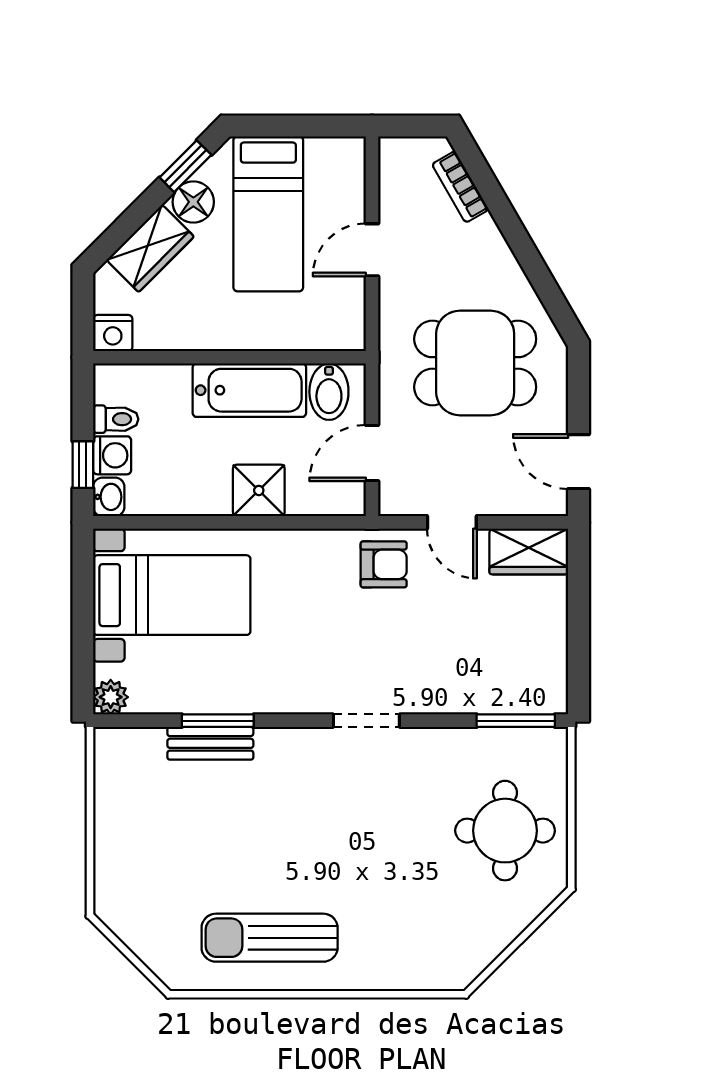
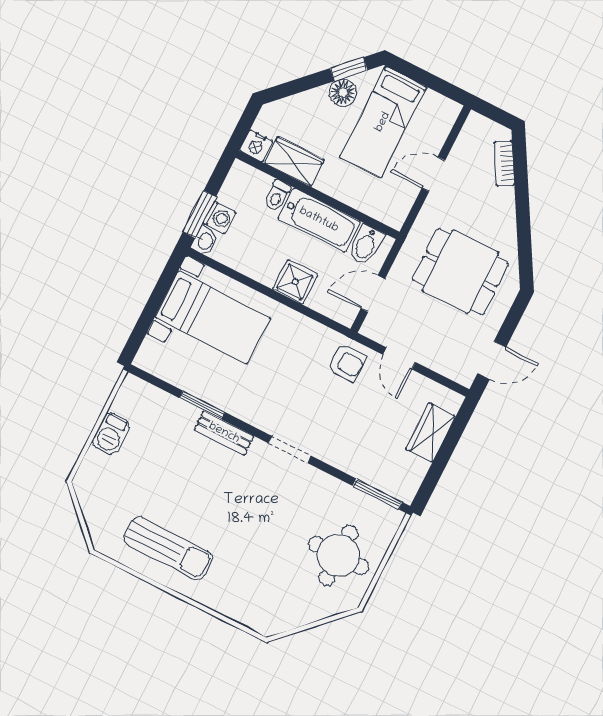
wardrobe: (150, 248) -> (294, 161), moved, turned -135
toilet: (116, 419) -> (277, 196), moved, turned 90
door: (578, 462) -> (492, 360), swing flipped
window: (83, 465) -> (199, 214), width x1.50
wardrobe: (529, 551) -> (431, 433), moved, turned 90
plant: (111, 697) -> (146, 359), removed
bench: (210, 743) -> (224, 433), moved
barbecue: (114, 822) -> (111, 434), added
sun lounger: (270, 938) -> (168, 548), turned 180

